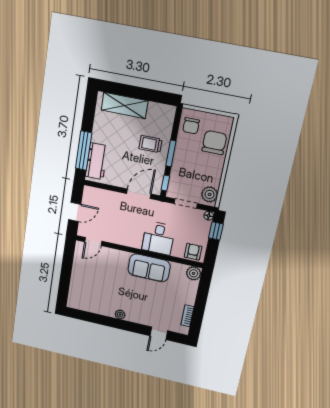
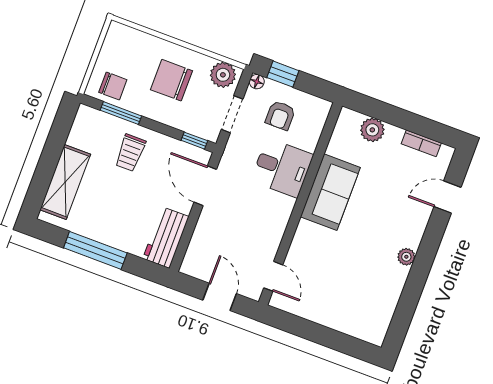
chair: (214, 143) -> (172, 80), moved
window: (84, 151) -> (95, 250), moved
window: (171, 153) -> (121, 113), moved
workbench: (97, 161) -> (166, 238), moved, turned -90
armchair: (193, 252) -> (280, 115), moved, turned -90
plant: (194, 273) -> (372, 130), moved
door: (159, 333) -> (447, 197), swing flipped

